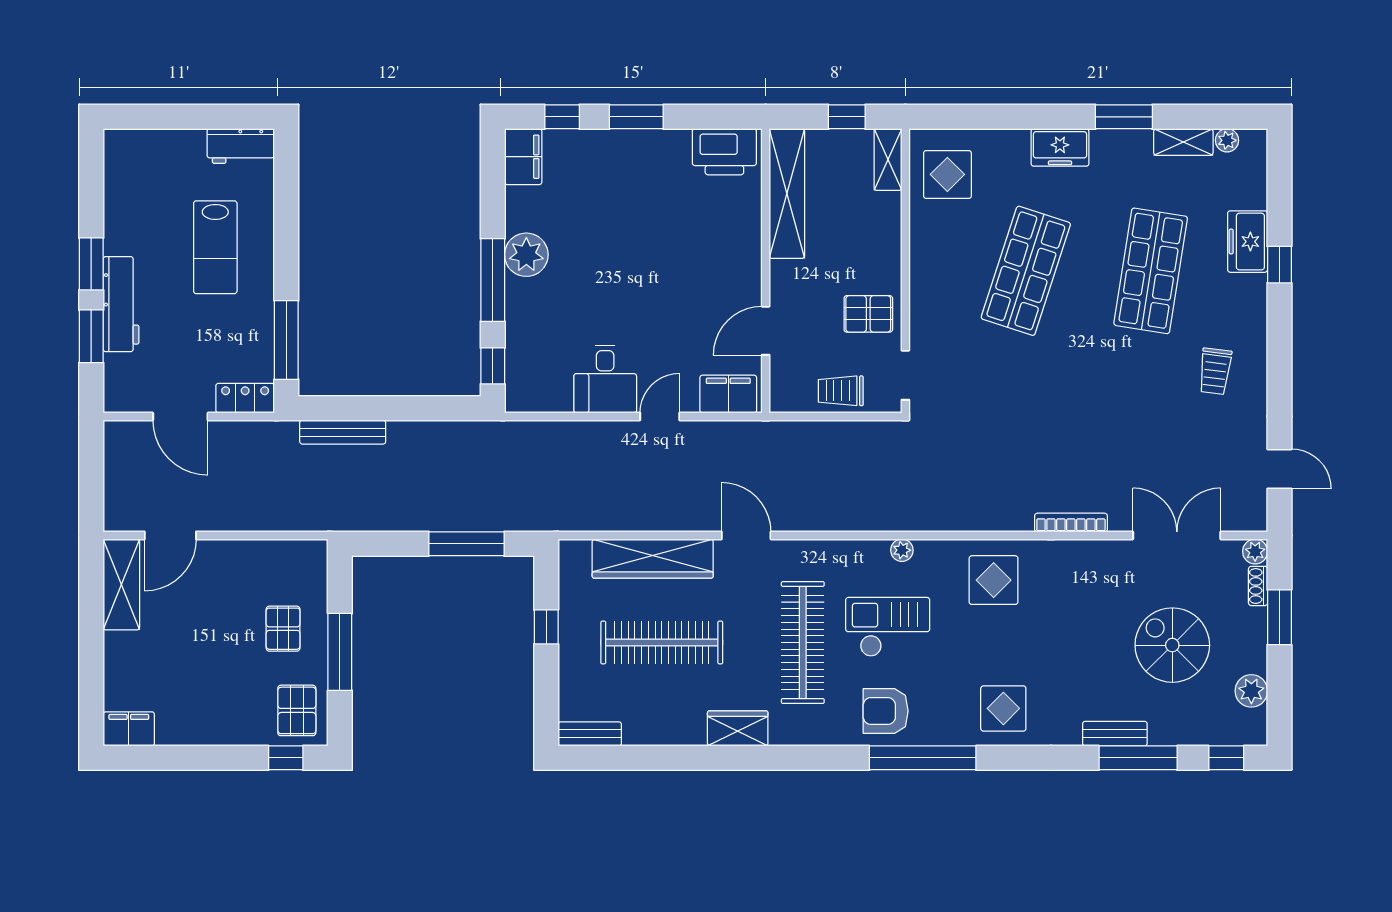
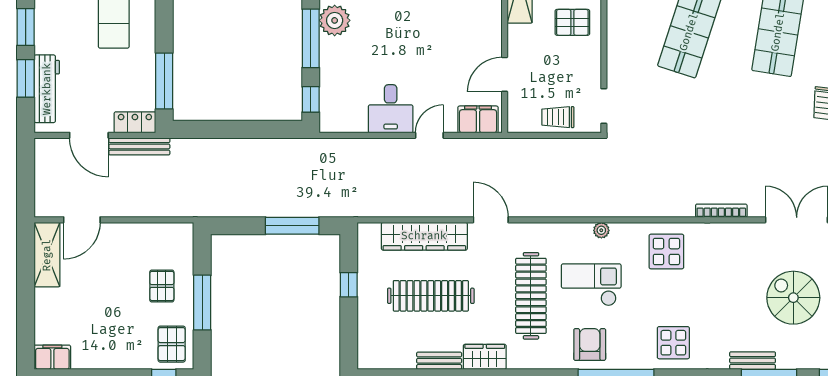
workbench: (121, 304) -> (47, 89), moved
pallet: (868, 314) -> (572, 22), moved
bench: (343, 432) -> (139, 146), moved
armchair: (886, 711) -> (590, 344), turned 90
bench: (590, 734) -> (439, 361), moved

